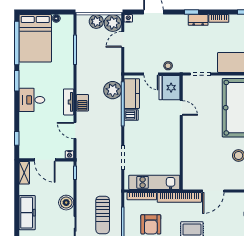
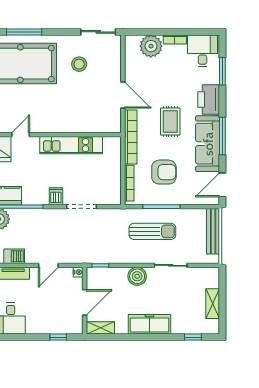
dishwasher: (131, 115) -> (56, 196), moved
kitchen unit: (154, 182) -> (71, 145), moved, turned -90

